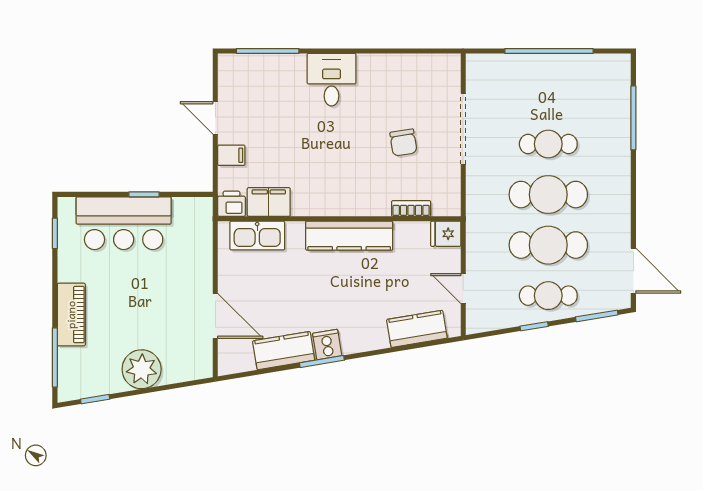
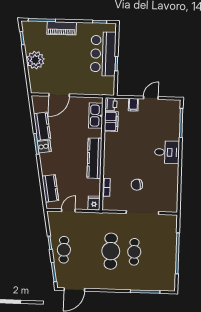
cafe table: (548, 245) -> (87, 250), removed

